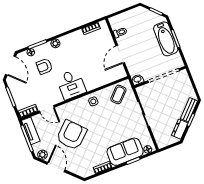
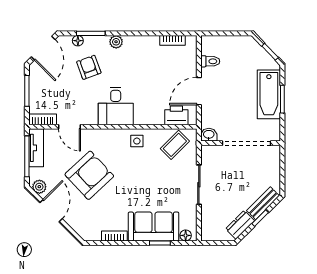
armchair: (44, 66) -> (89, 67), turned 70
printer: (112, 75) -> (176, 115), added

